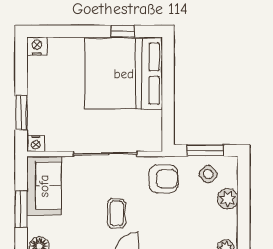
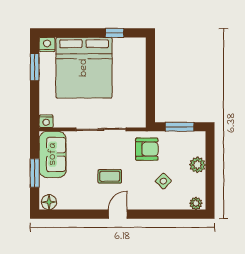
bed: (124, 74) -> (84, 68), moved, turned -90
window: (21, 113) -> (35, 67), moved
side table: (208, 174) -> (163, 181), moved
coffee table: (117, 213) -> (110, 176), turned 90

